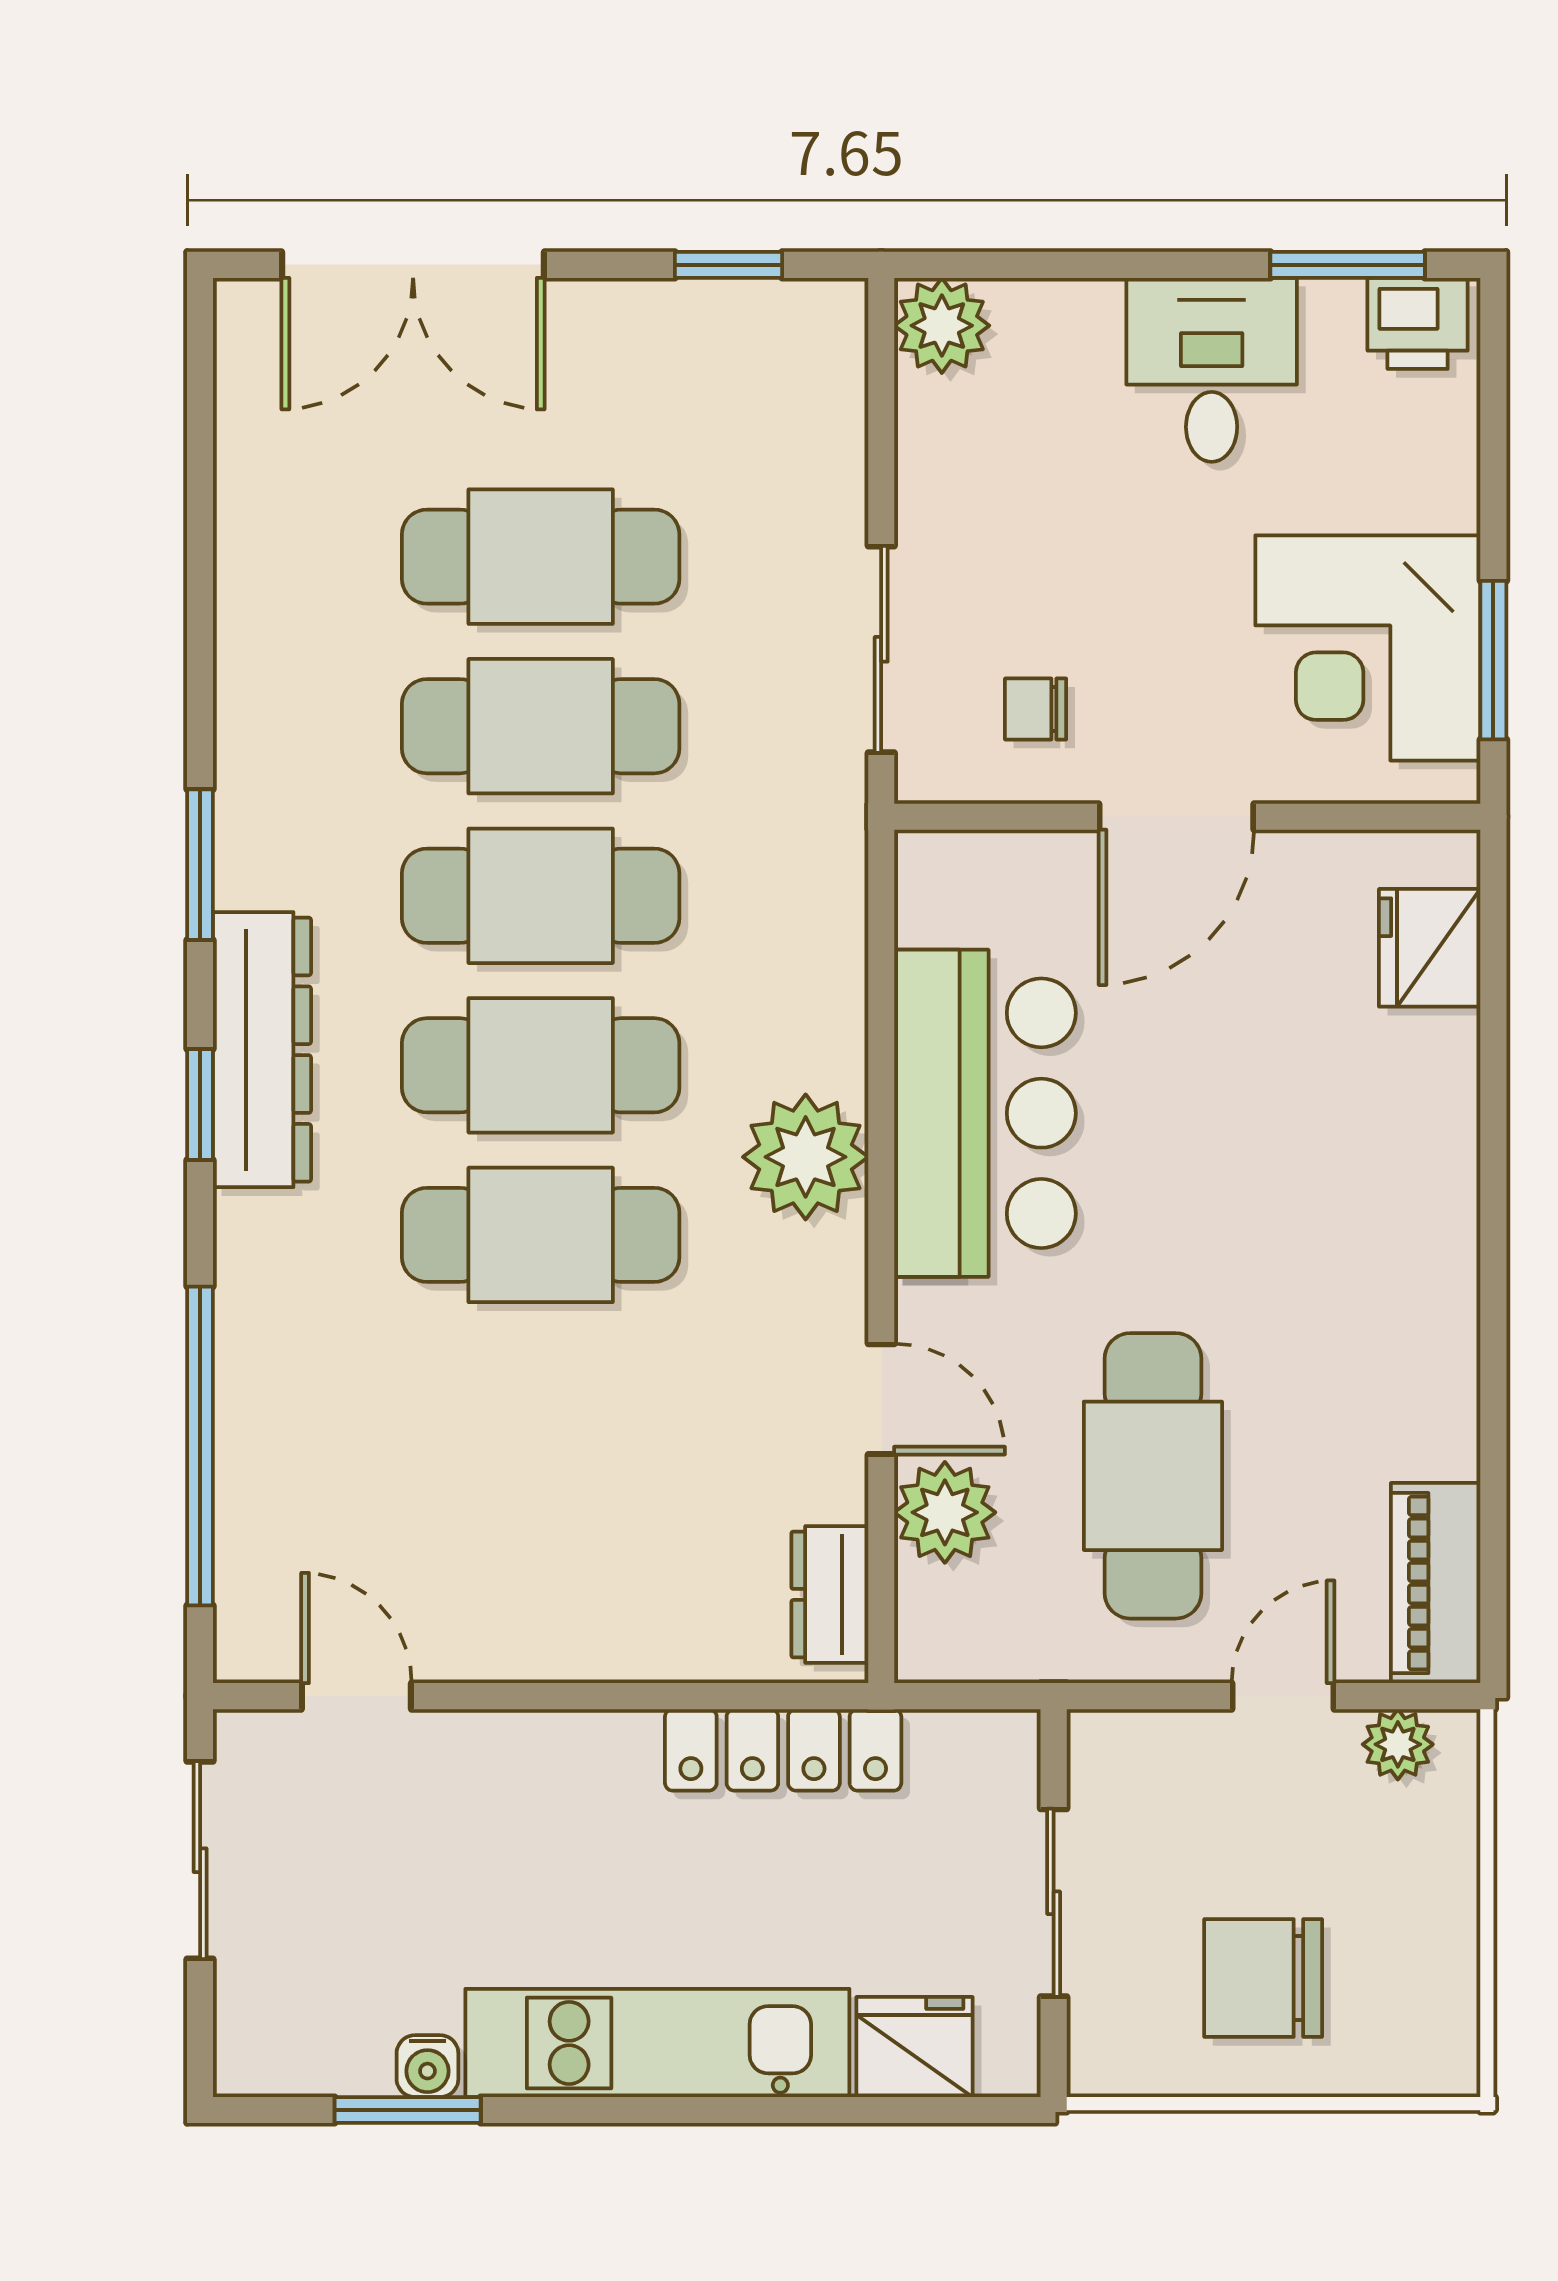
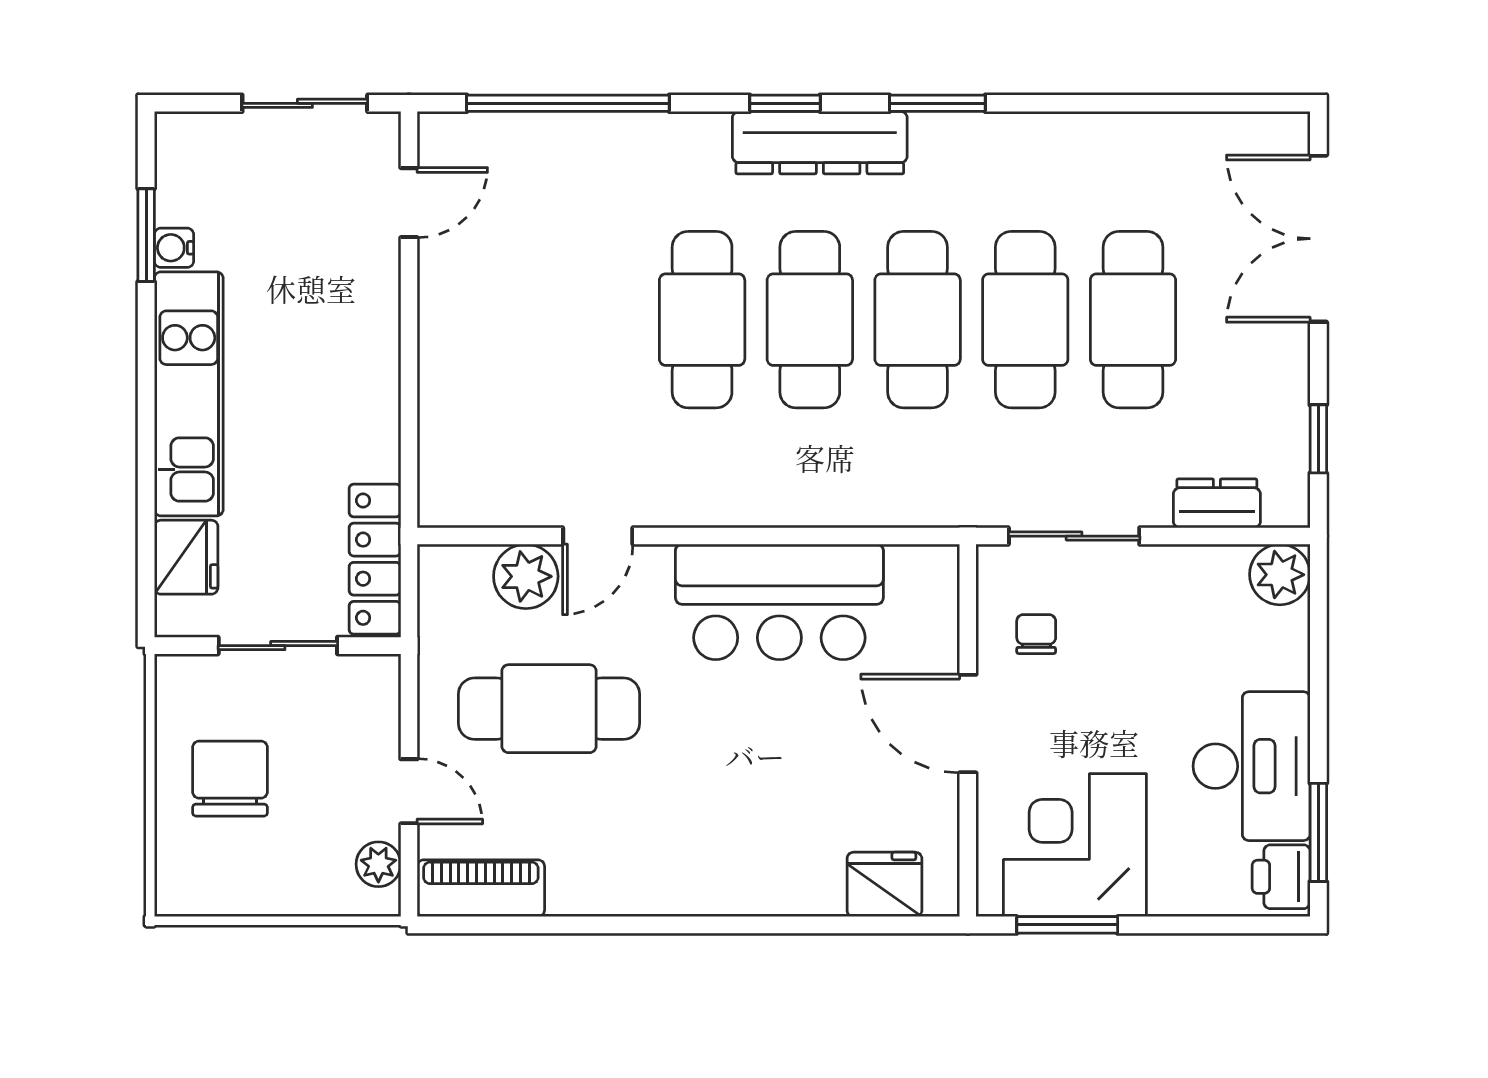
desk: (1212, 370) -> (1252, 766), width x1.37
plant: (806, 1157) -> (752, 488), removed
dresser: (830, 1594) -> (1217, 503), moved
locker: (783, 1750) -> (375, 559), moved

